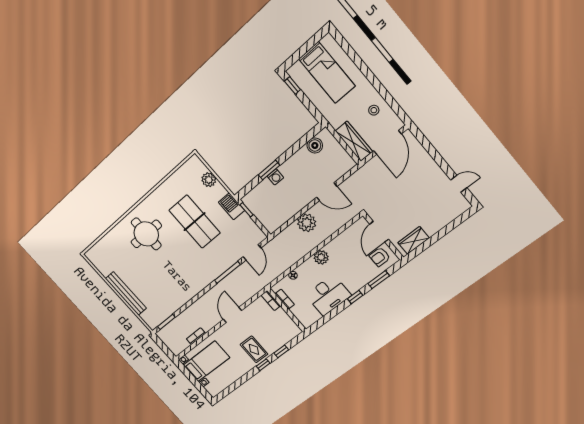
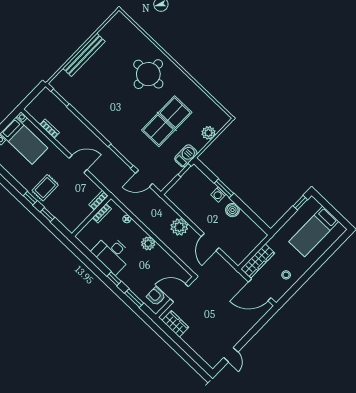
boiler: (315, 145) -> (232, 210), moved

